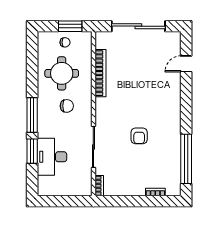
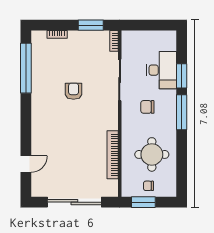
chair: (67, 106) -> (147, 107), moved
window: (122, 201) -> (91, 25), added

